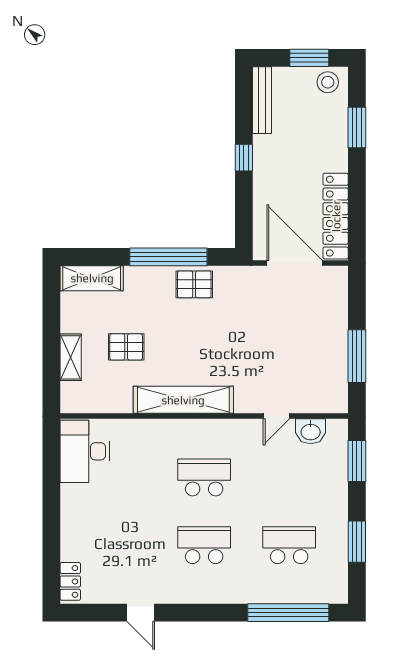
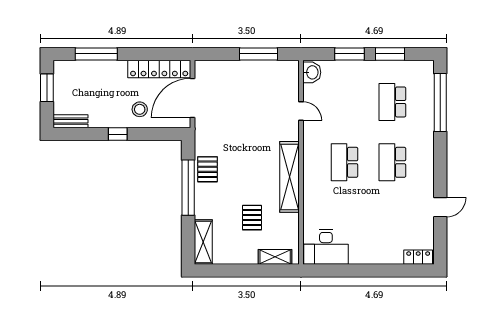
stool: (328, 82) -> (140, 109), moved
bench: (262, 100) -> (71, 121), width x0.73
window: (357, 127) -> (96, 54), width x1.44
shelving: (71, 357) -> (275, 257), moved
washbasin: (311, 431) -> (312, 72), moved
window: (357, 461) -> (350, 54), moved

